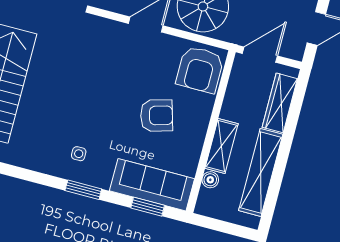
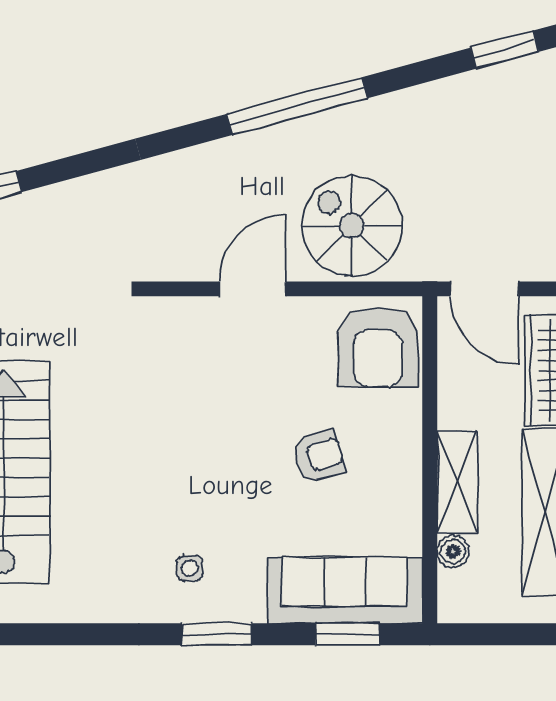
door: (260, 55) -> (484, 289), swing flipped
armchair: (157, 116) -> (319, 456), width x0.72, depth x0.72

